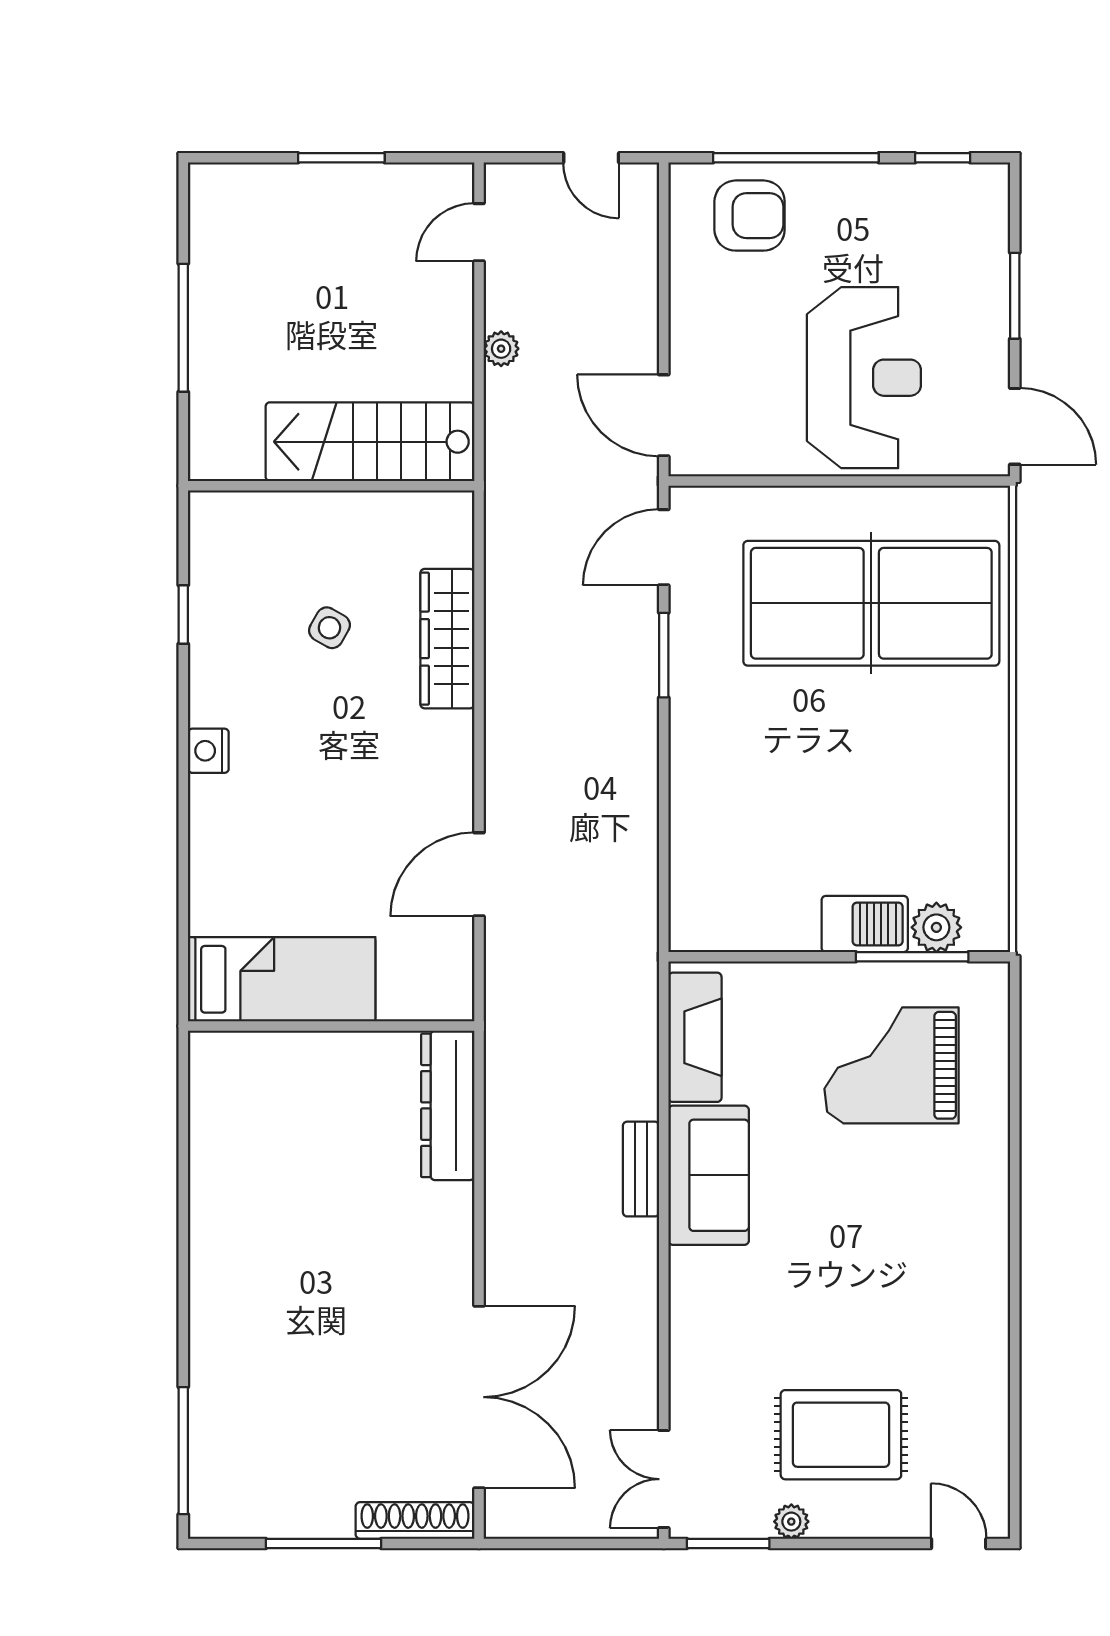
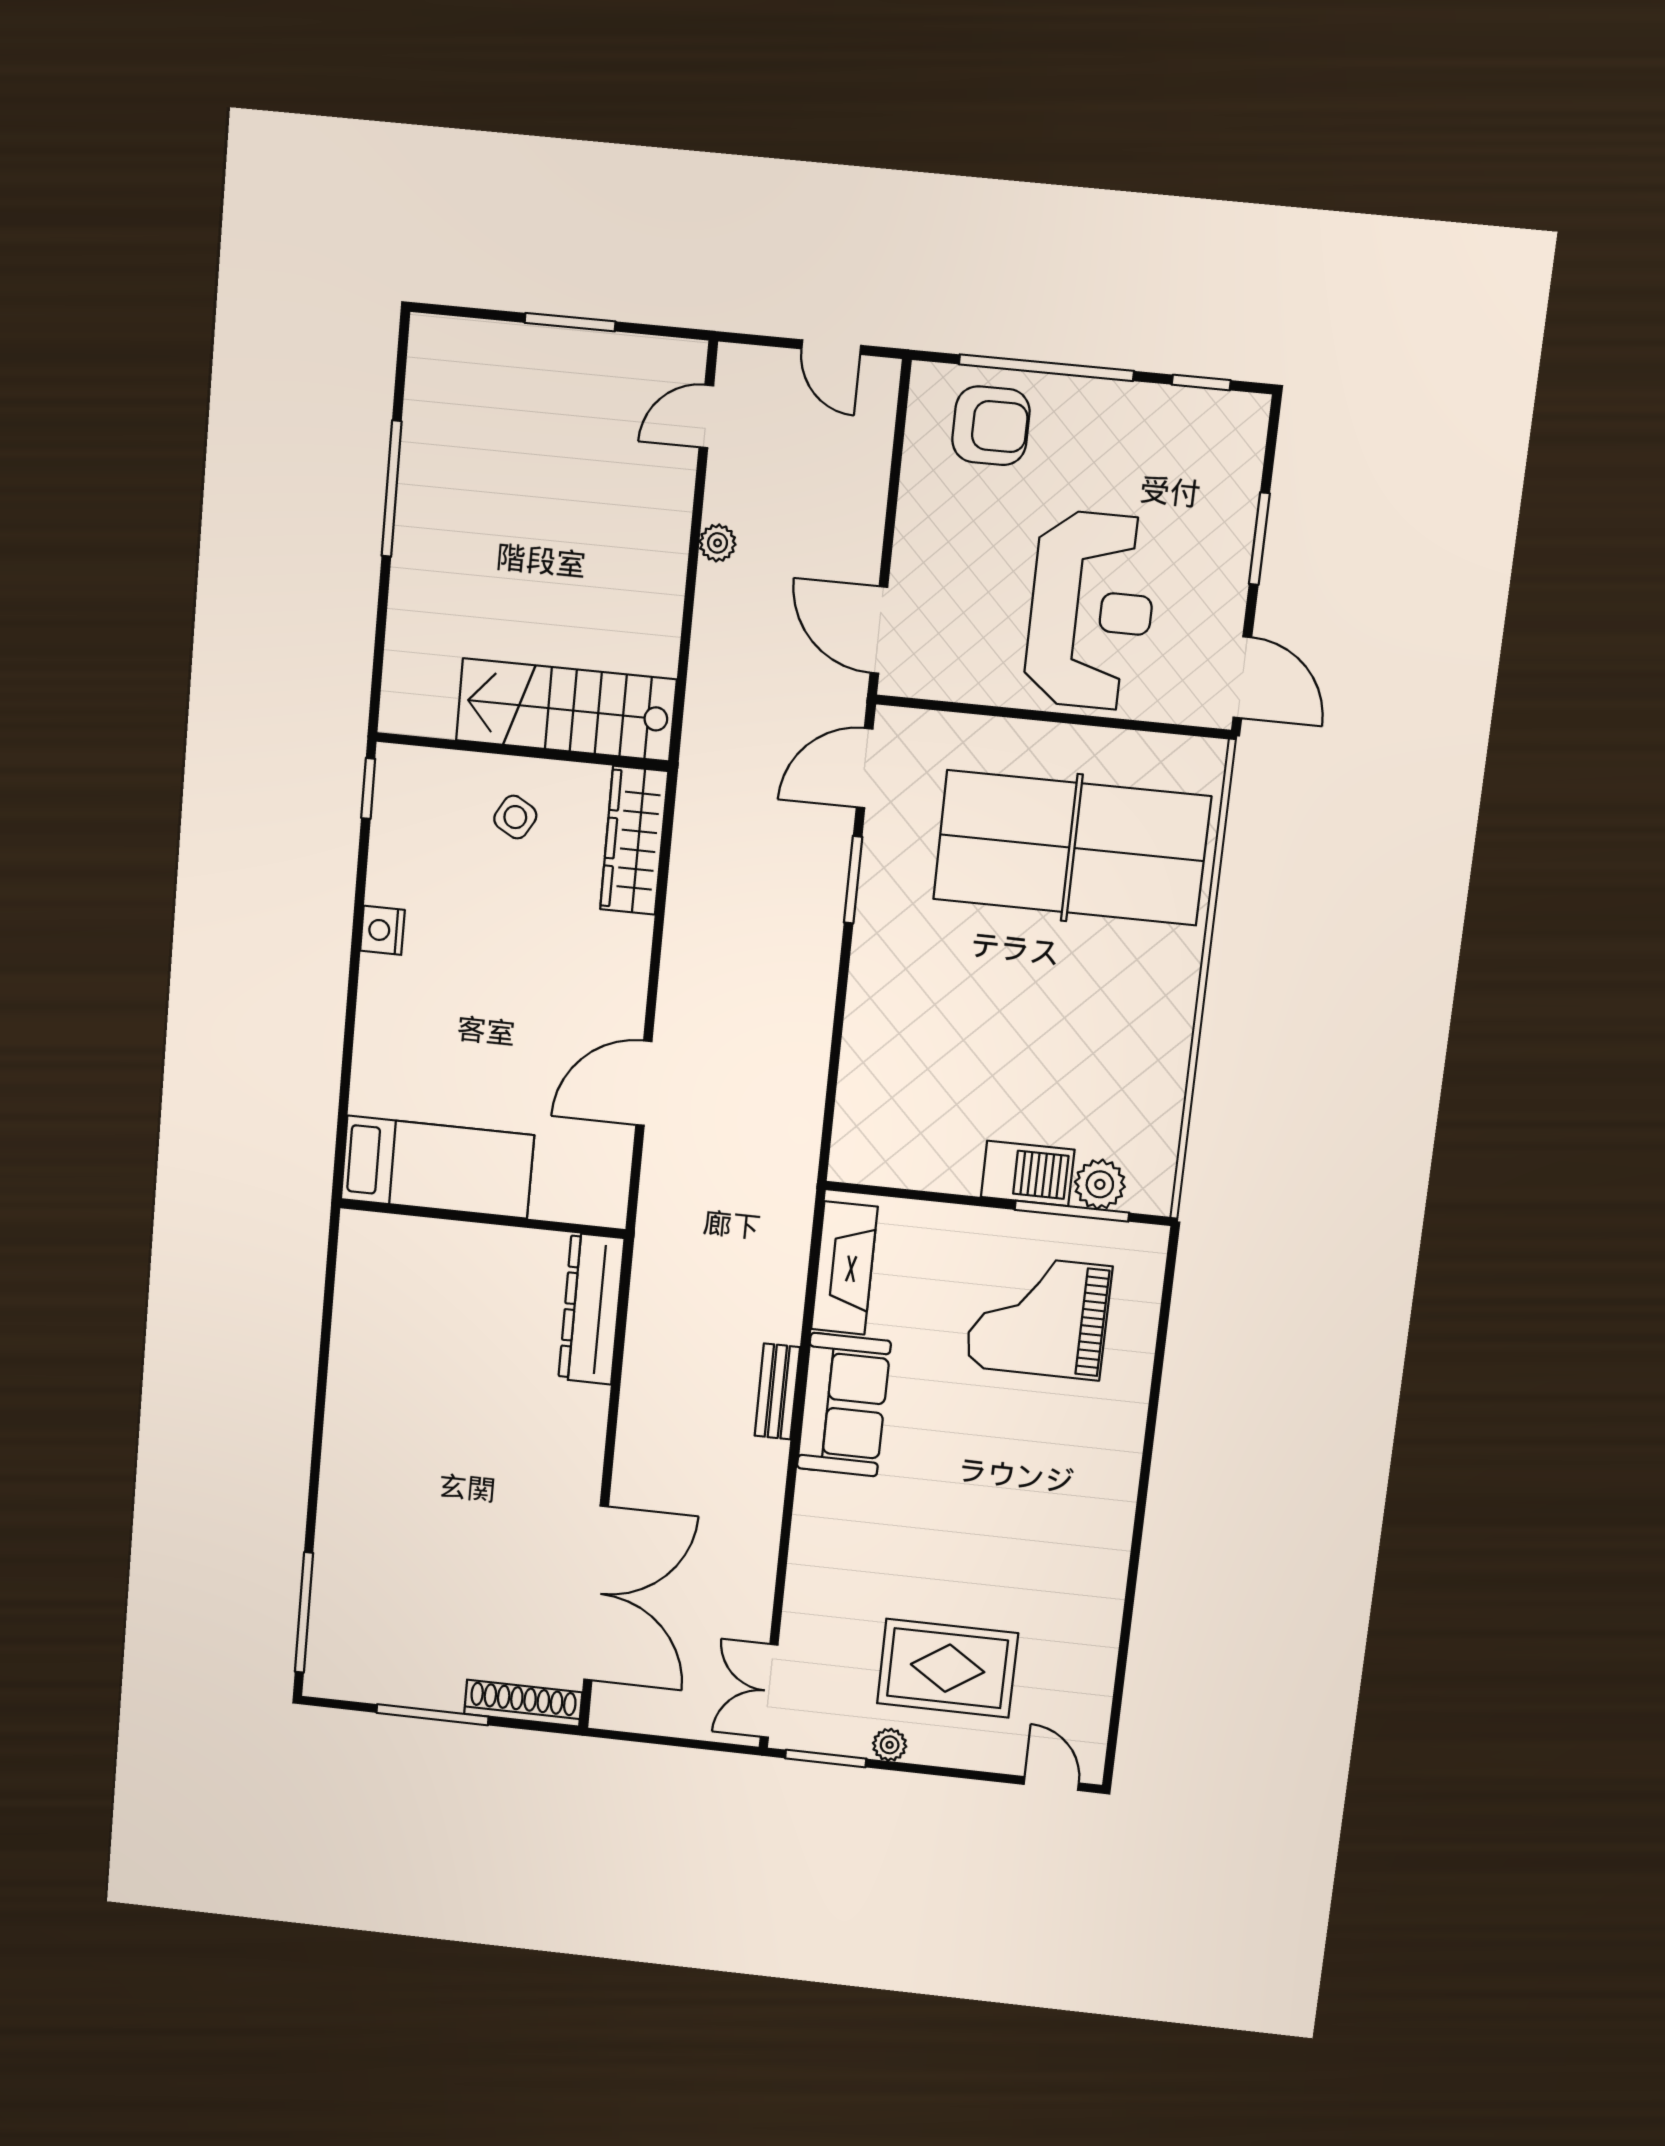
stairs: (370, 442) -> (566, 710), moved
wall: (331, 486) -> (523, 752), moved

